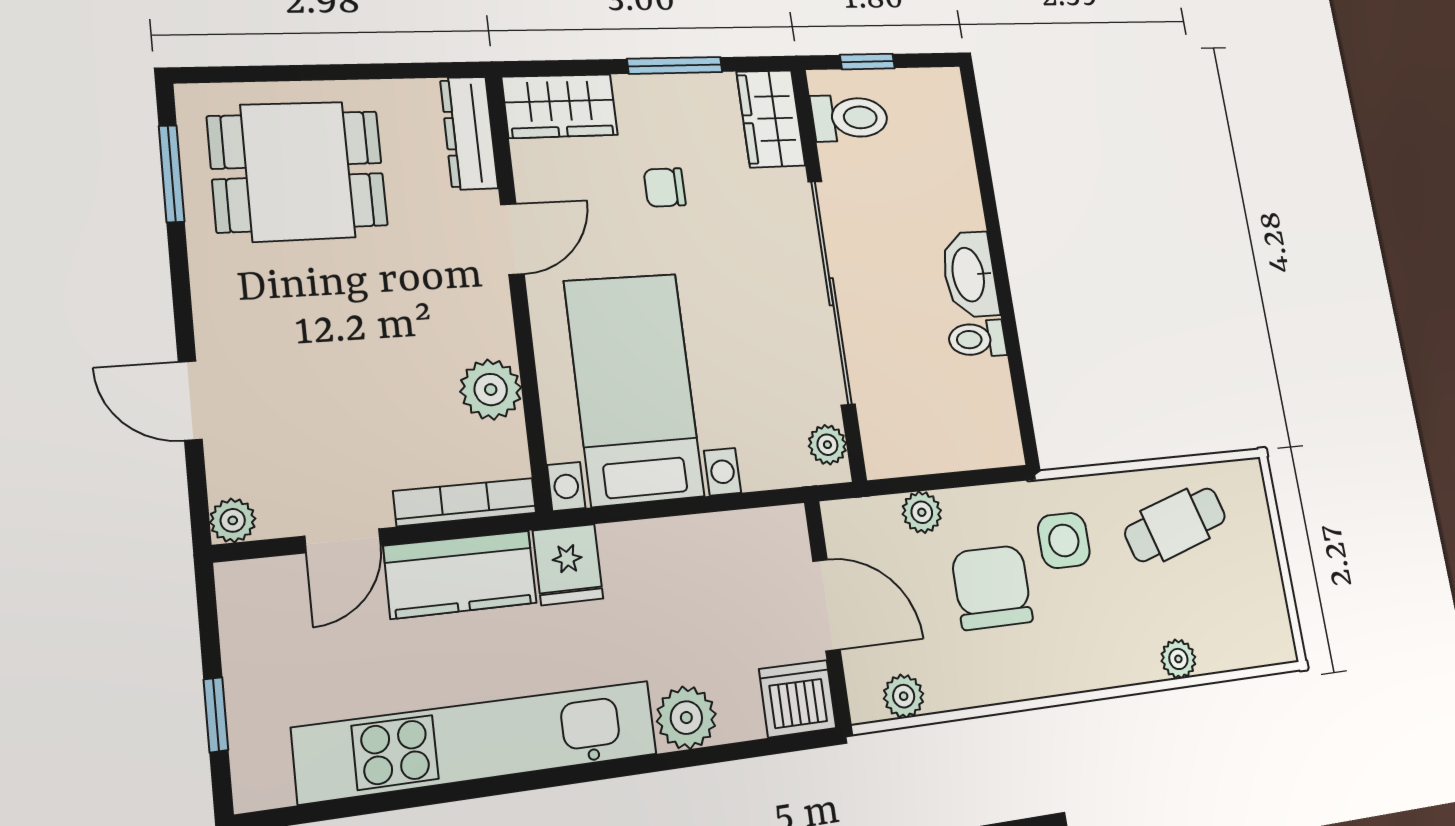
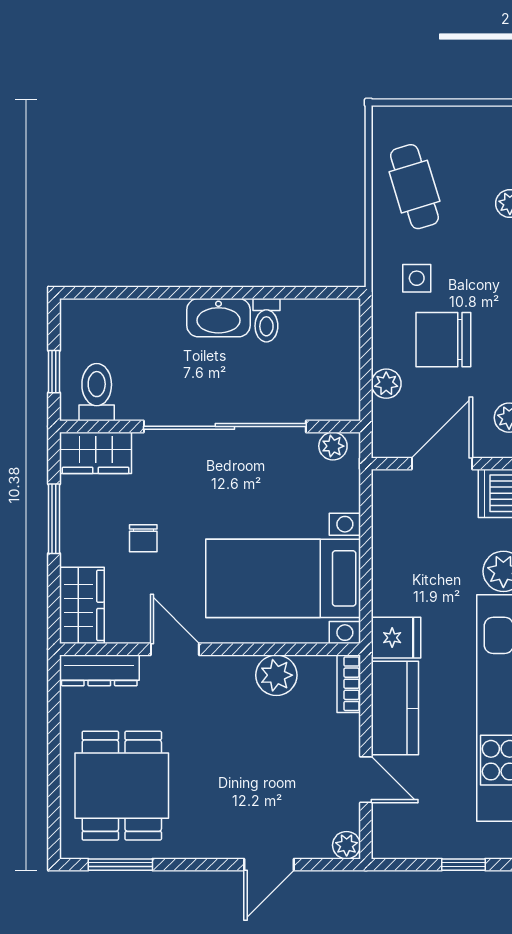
bookcase: (465, 502) -> (349, 684), width x0.64
side table: (1064, 540) -> (417, 278), width x0.73, depth x0.73

